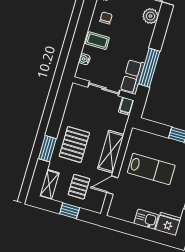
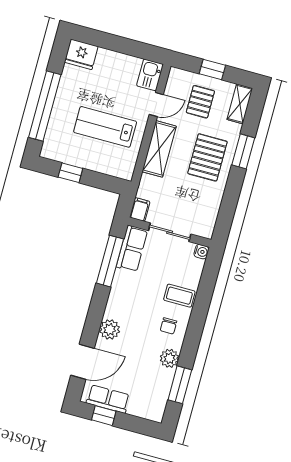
water cooler: (84, 59) -> (201, 252), moved
kitchen sink: (146, 219) -> (150, 75), moved, turned 90

